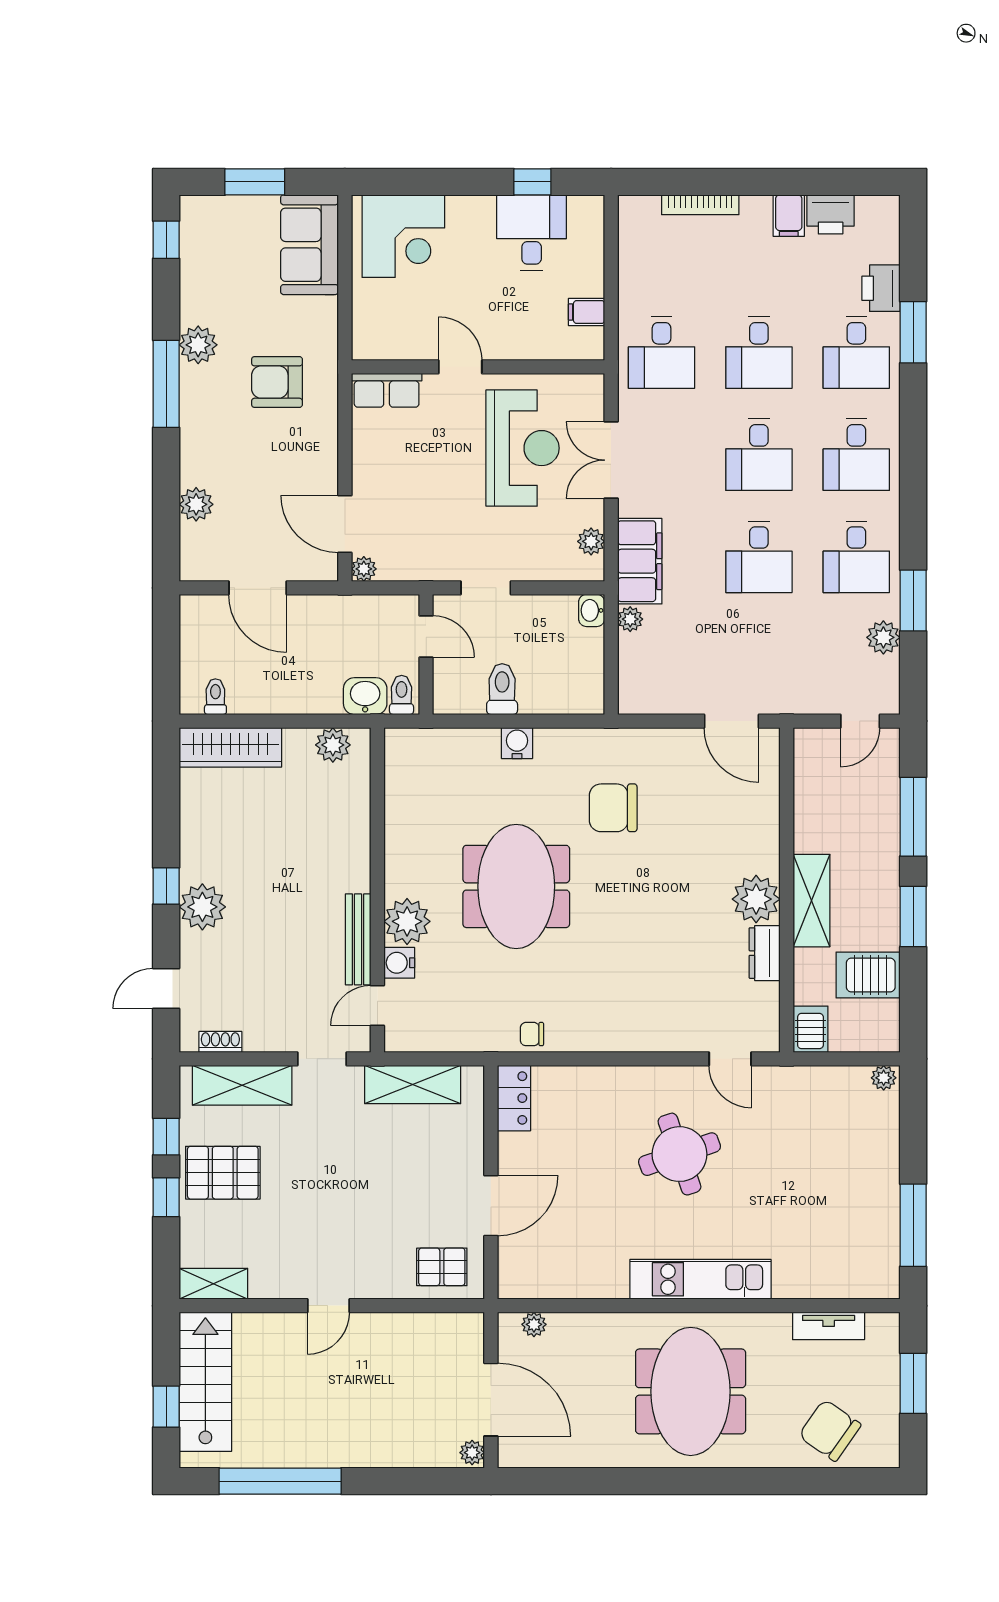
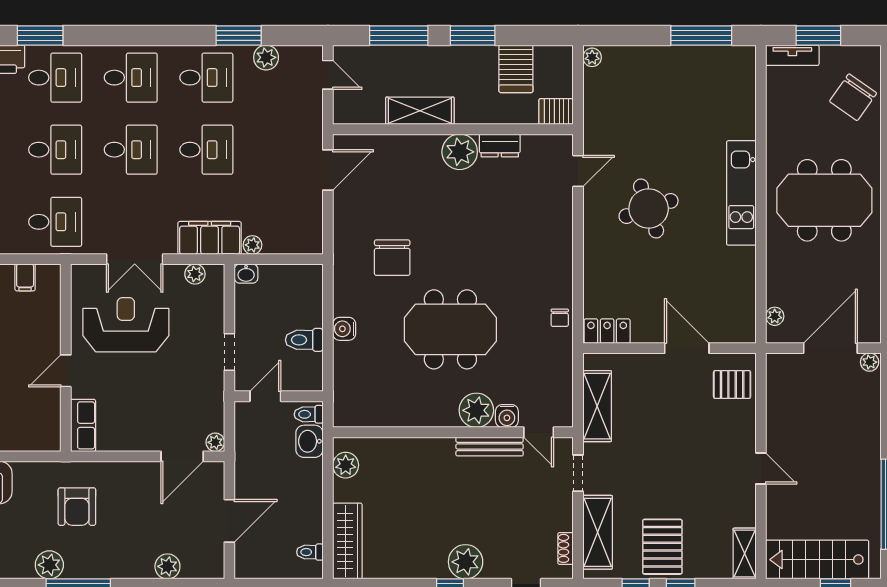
shelving: (812, 901) -> (420, 111), moved
pallet: (442, 1267) -> (732, 385), turned 90
tv unit: (829, 1326) -> (792, 55), moved, turned 90

